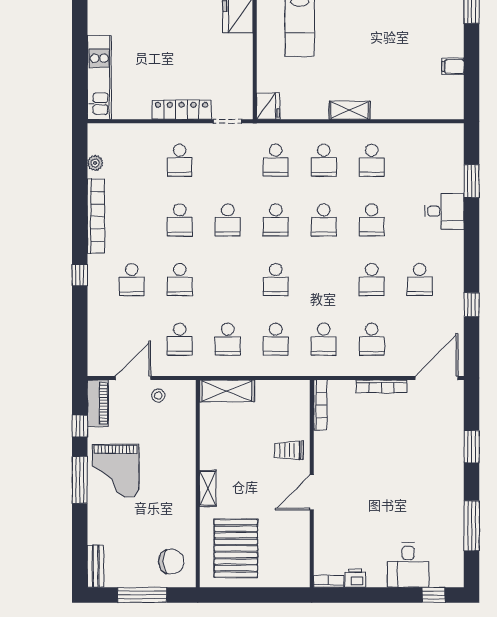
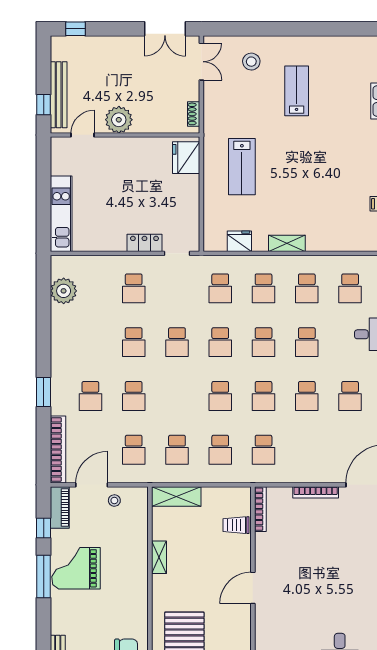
fridge: (268, 106) -> (239, 241), moved, turned -90
locker: (182, 110) -> (144, 243), width x0.66
school desk: (420, 160) -> (350, 288), added
plant: (95, 163) -> (64, 291), width x1.88, depth x1.88
bookcase: (96, 216) -> (58, 449), moved
window: (80, 275) -> (44, 392), width x1.50
school desk: (372, 339) -> (264, 396), moved
trolley: (289, 450) -> (236, 525), moved
grand piano: (116, 471) -> (76, 568), turned 90
shelving: (208, 488) -> (159, 557), moved

